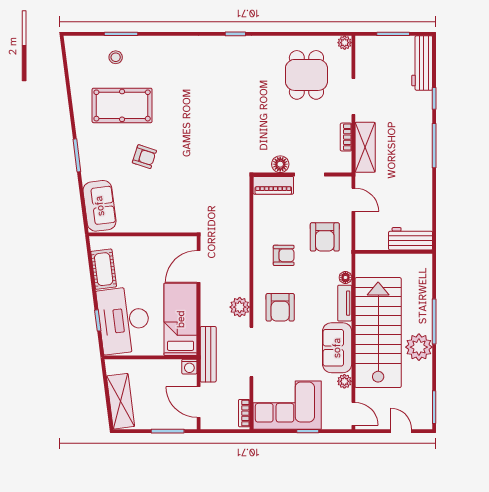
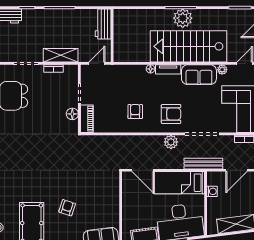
armchair: (325, 237) -> (122, 83), removed
workbench: (411, 239) -> (103, 24), moved
wall: (394, 252) -> (112, 36), moved
plant: (419, 347) -> (183, 18), moved
washing machine: (189, 367) -> (212, 191), moved

